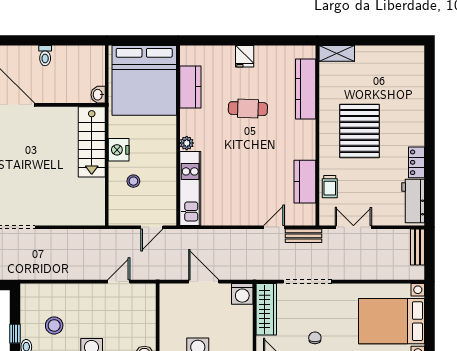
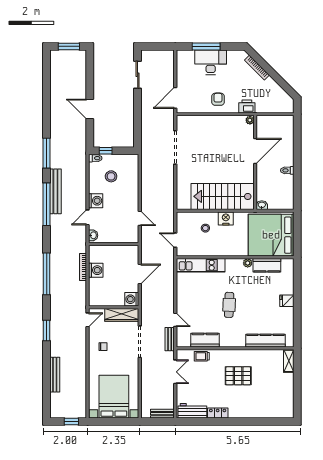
cafe table: (248, 109) -> (229, 305), moved
pallet: (359, 131) -> (238, 376), width x0.73, depth x0.71
stairs: (92, 142) -> (223, 196), width x1.36, depth x1.51
plant: (187, 143) -> (248, 263), moved

